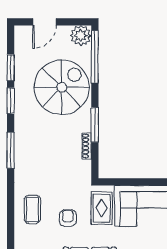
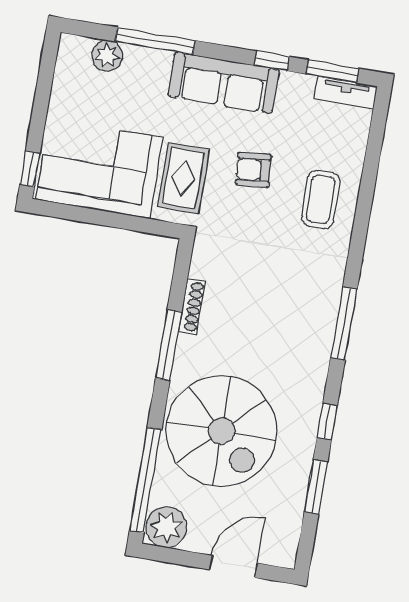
spiral stairs: (62, 87) -> (221, 431), turned -90
window: (11, 101) -> (327, 422), width x0.67
armchair: (68, 218) -> (254, 170), turned 85

